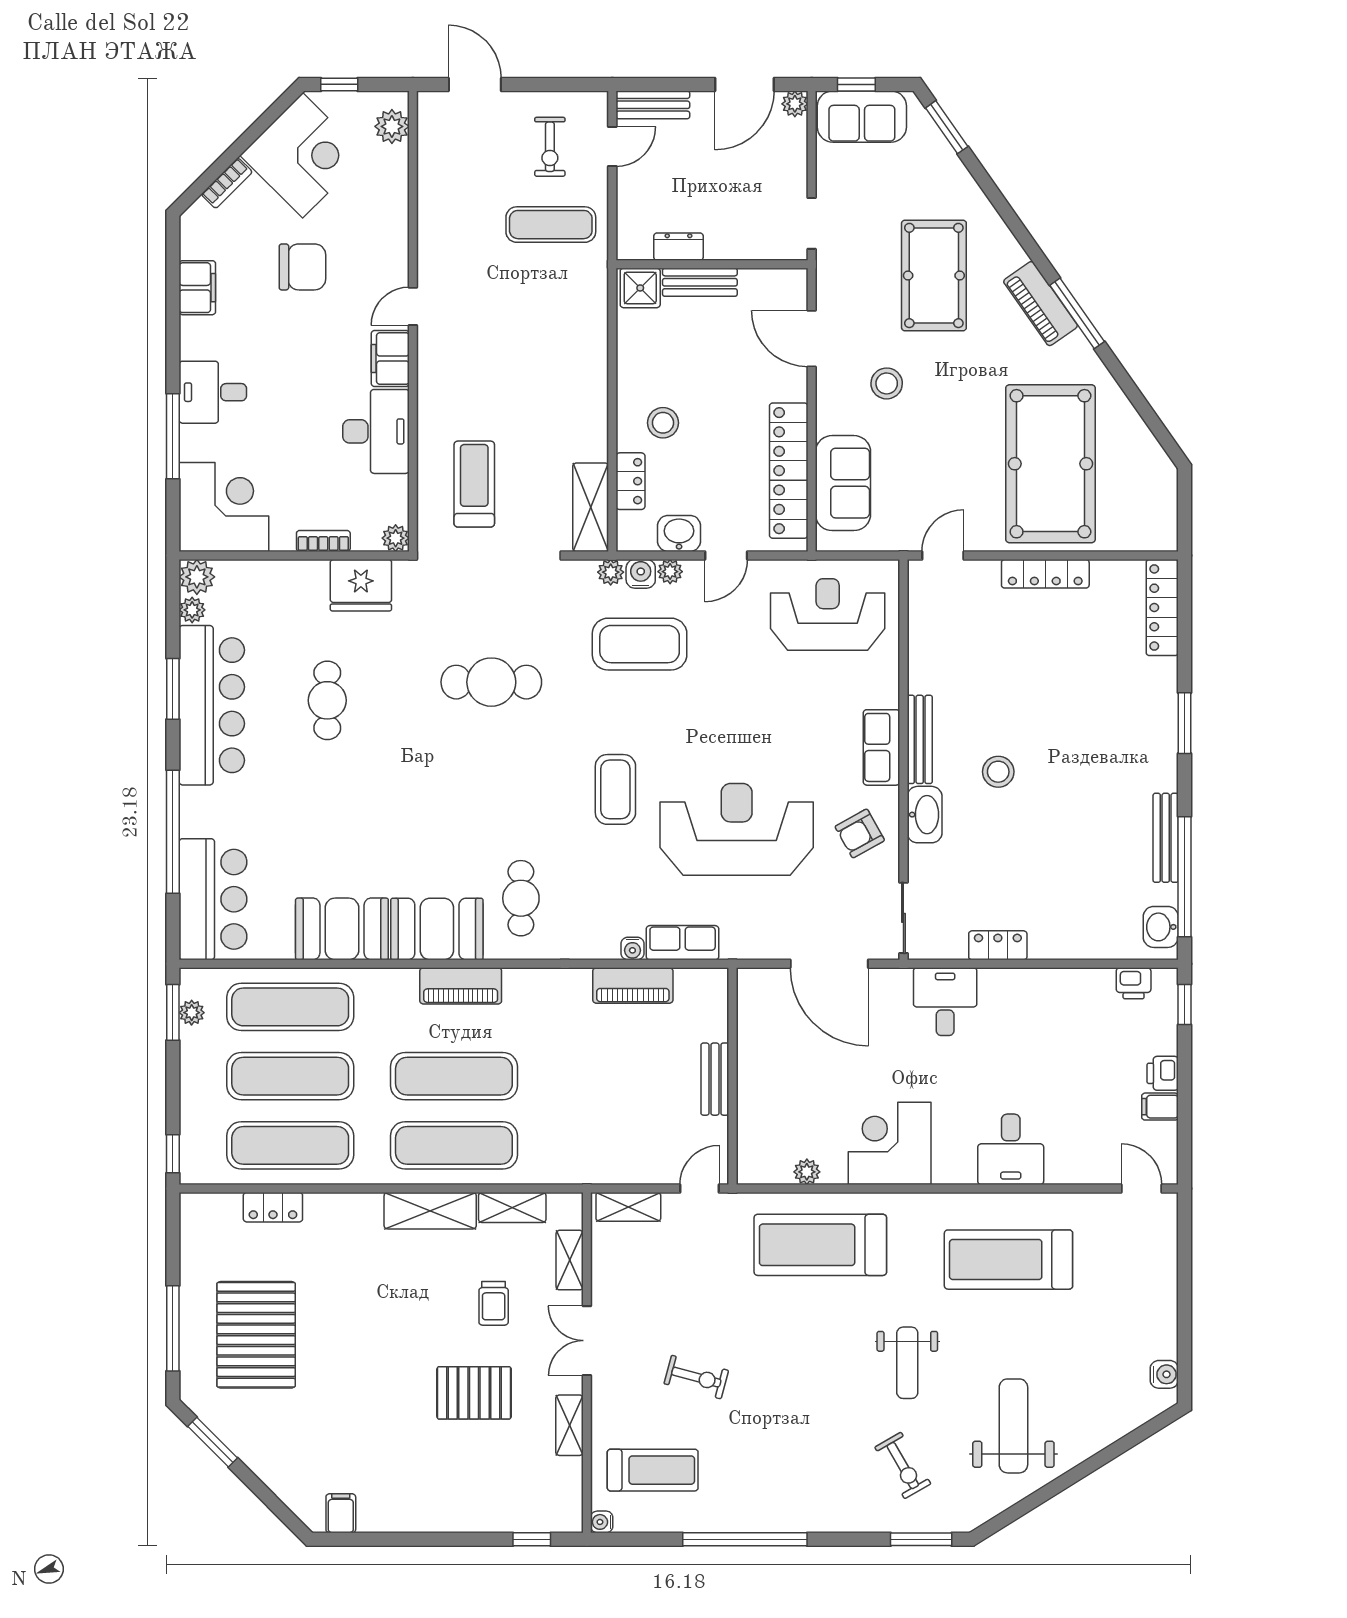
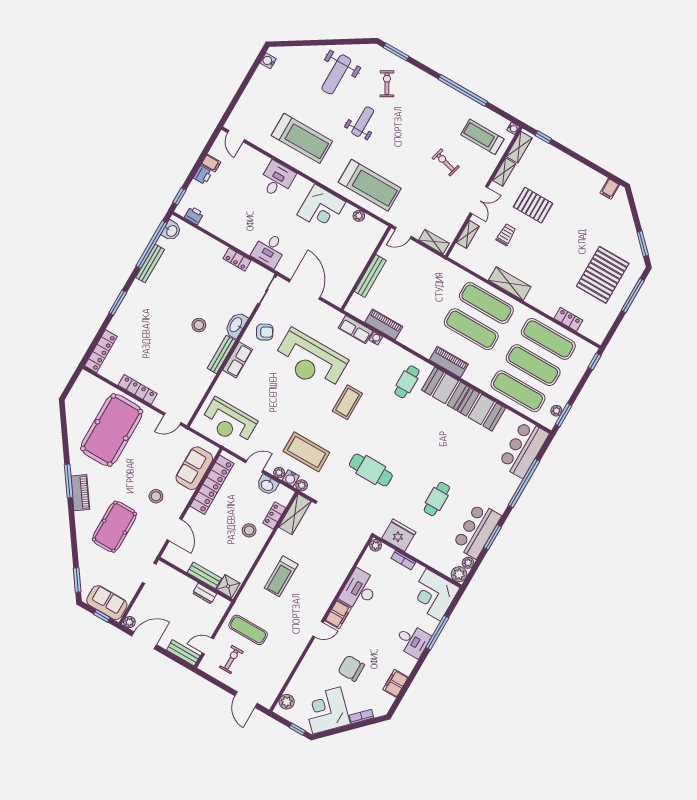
treadmill: (474, 484) -> (281, 576), moved
bar counter: (212, 705) -> (477, 531), width x0.73
bench: (715, 1079) -> (370, 276), width x1.36
shelving: (512, 1207) -> (519, 147), moved, turned 90

